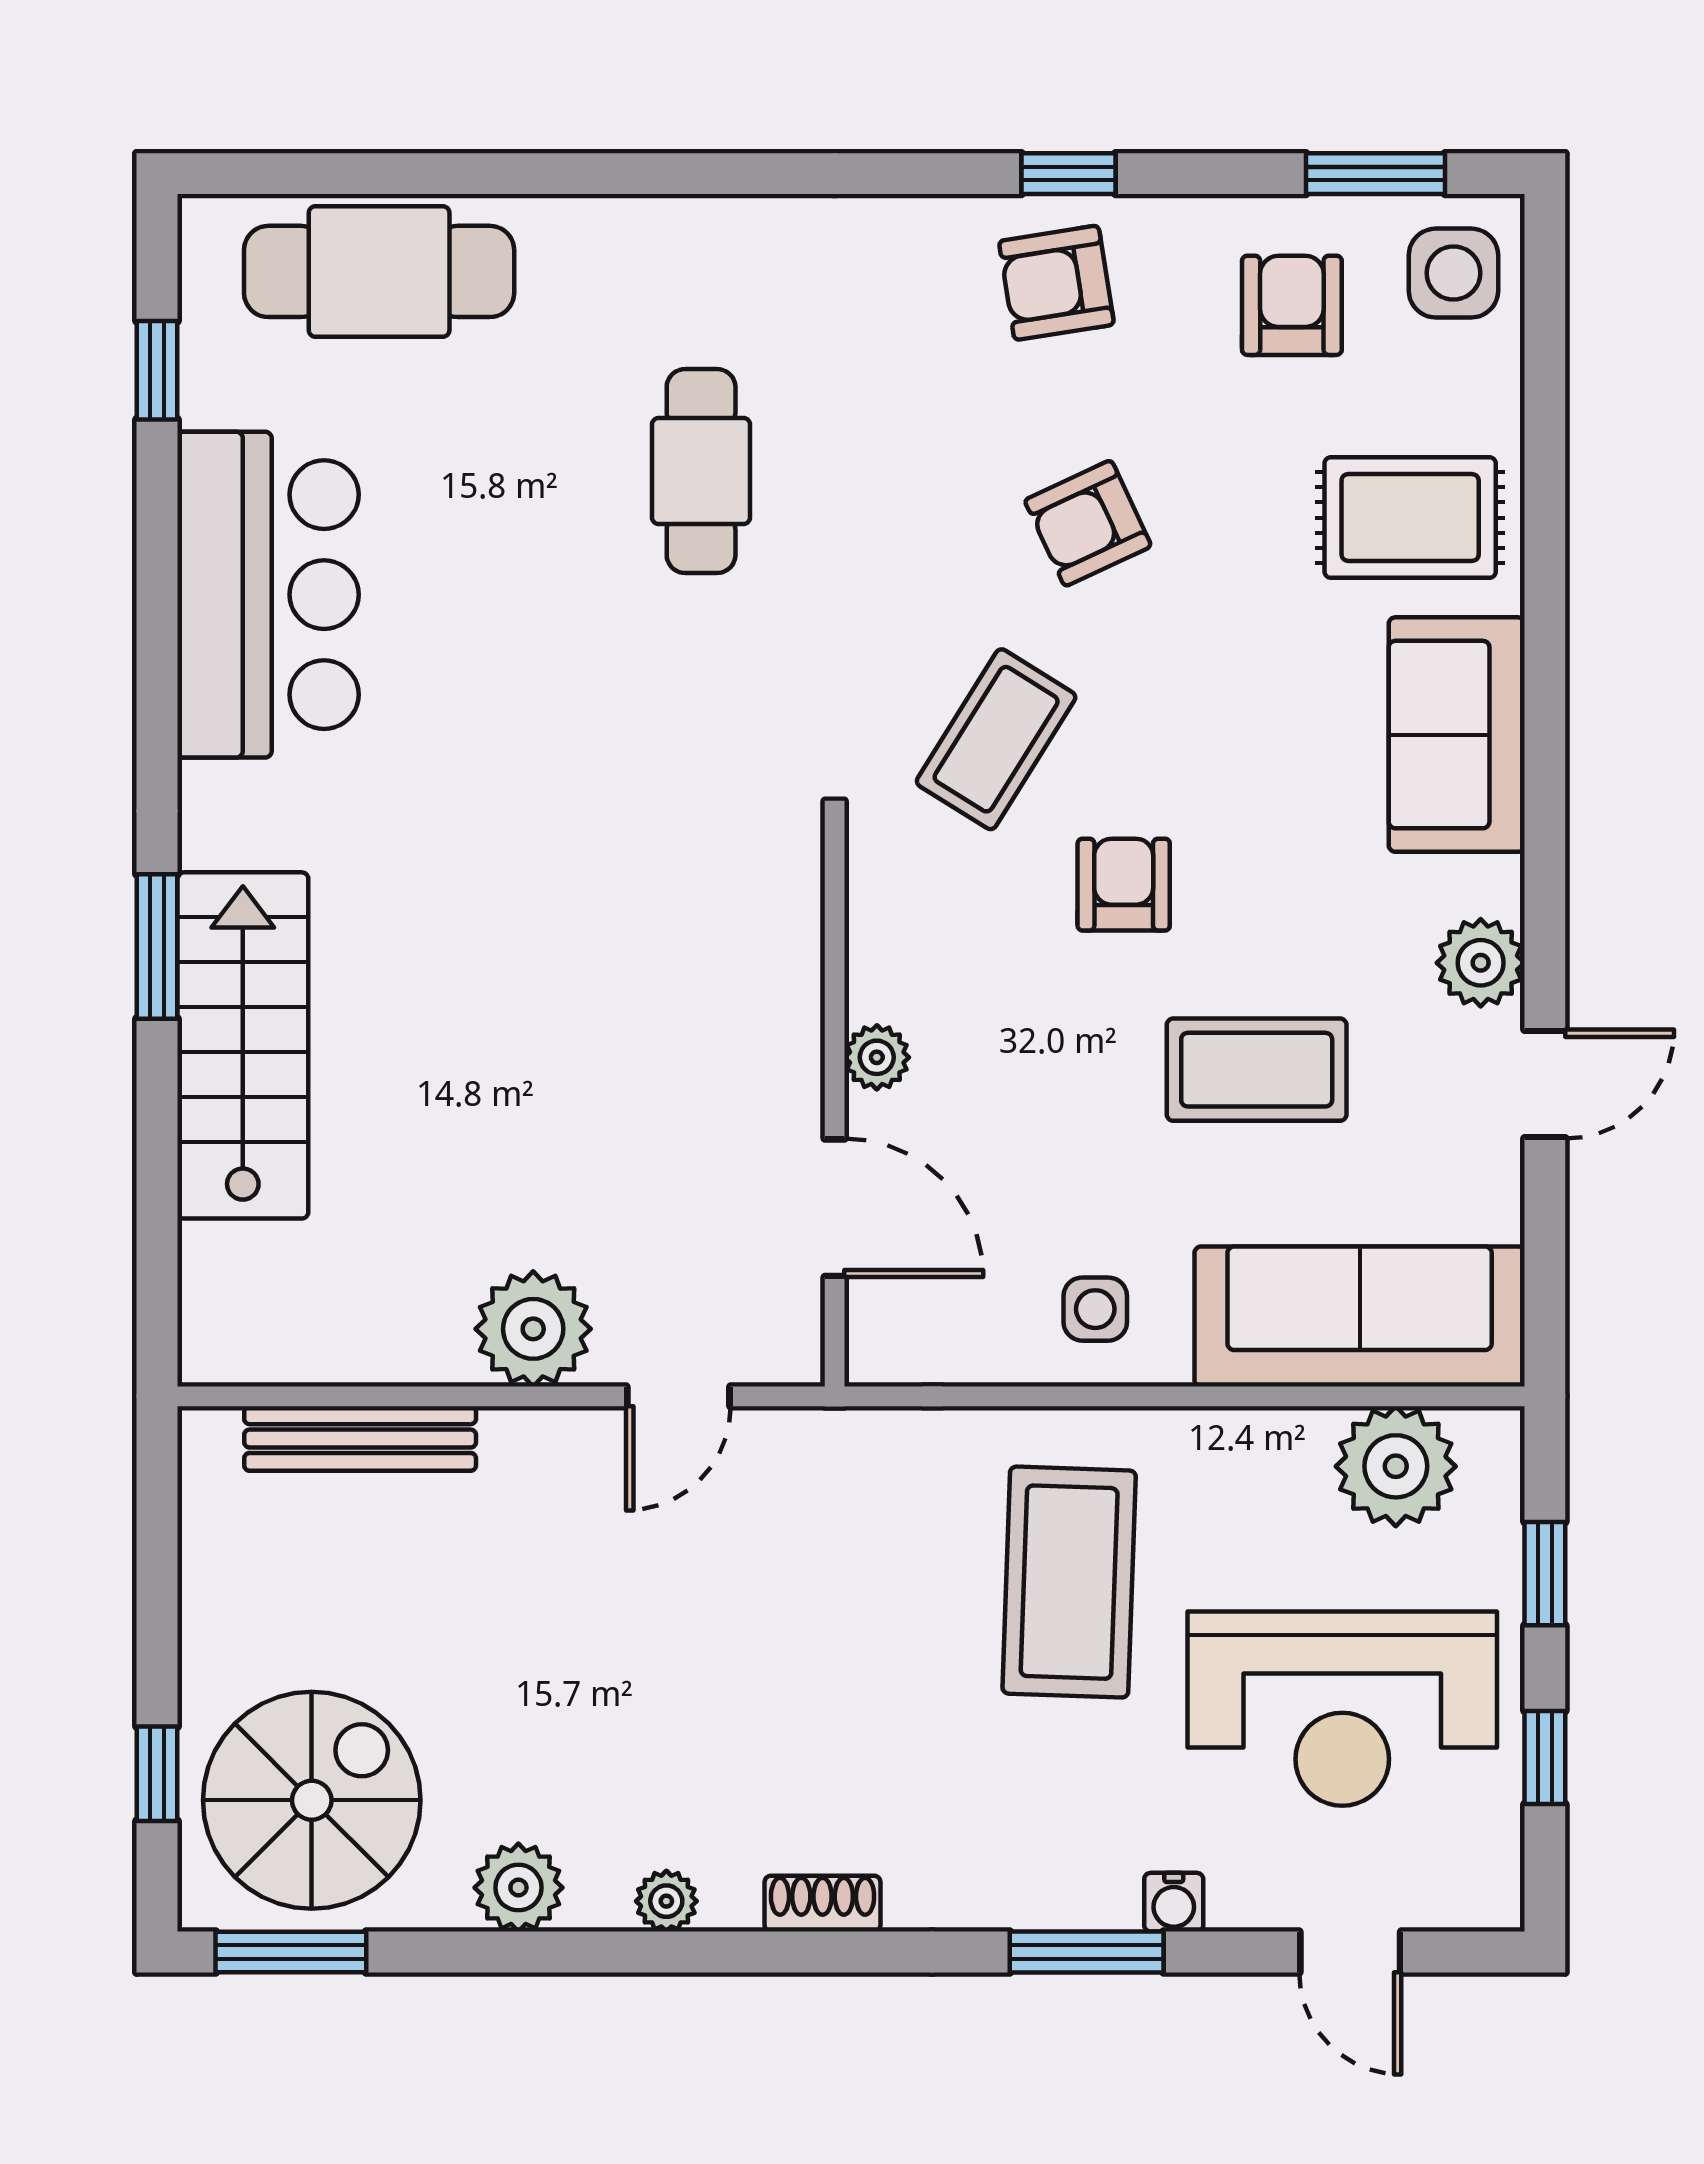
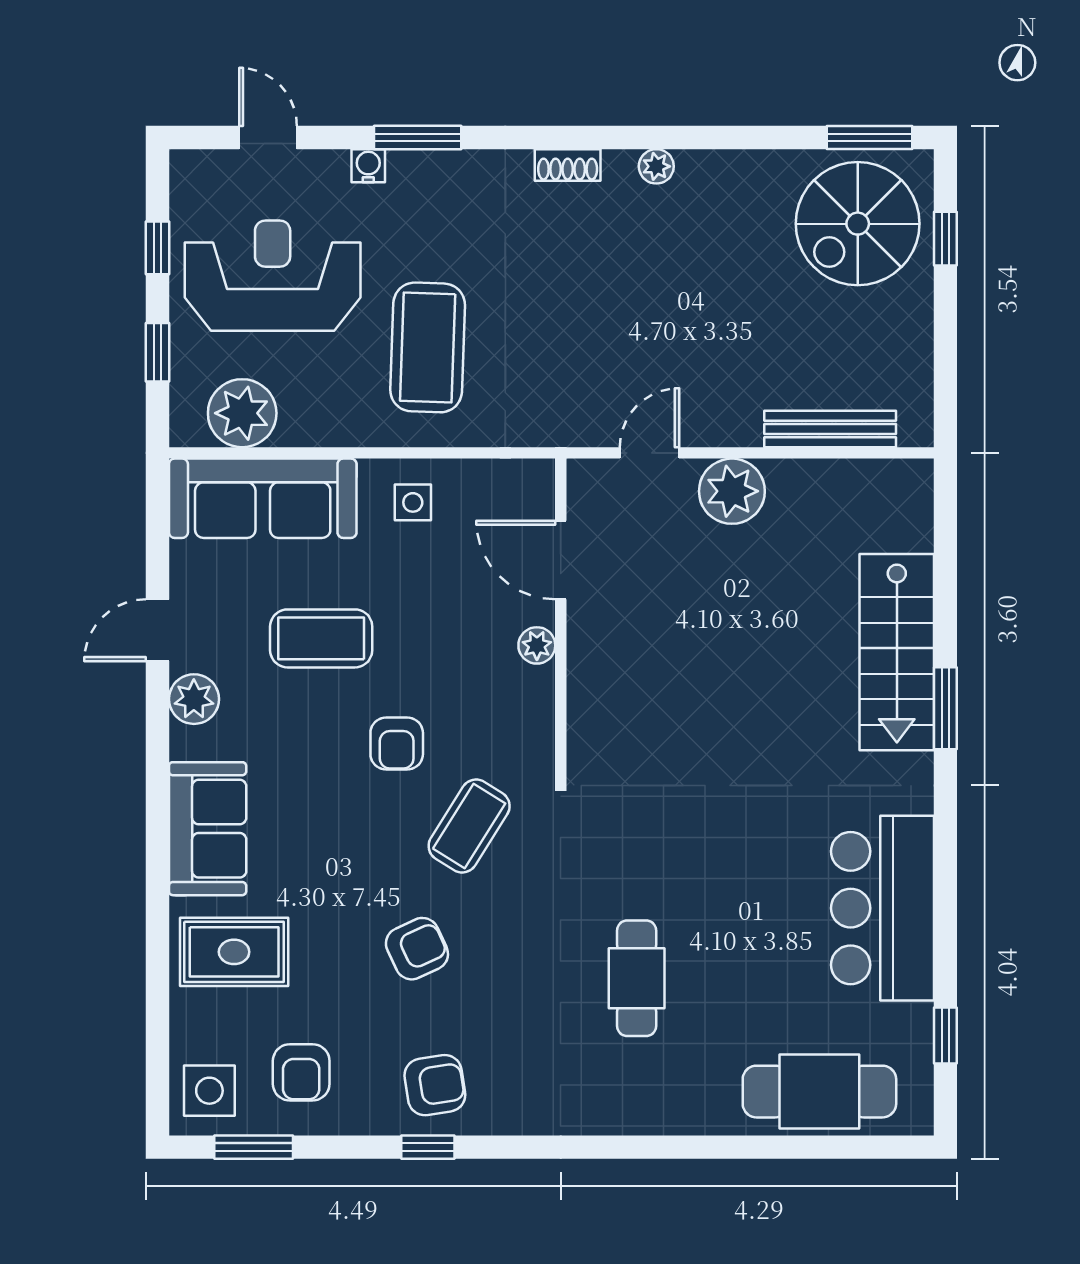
plant: (518, 1888) -> (740, 174), removed

